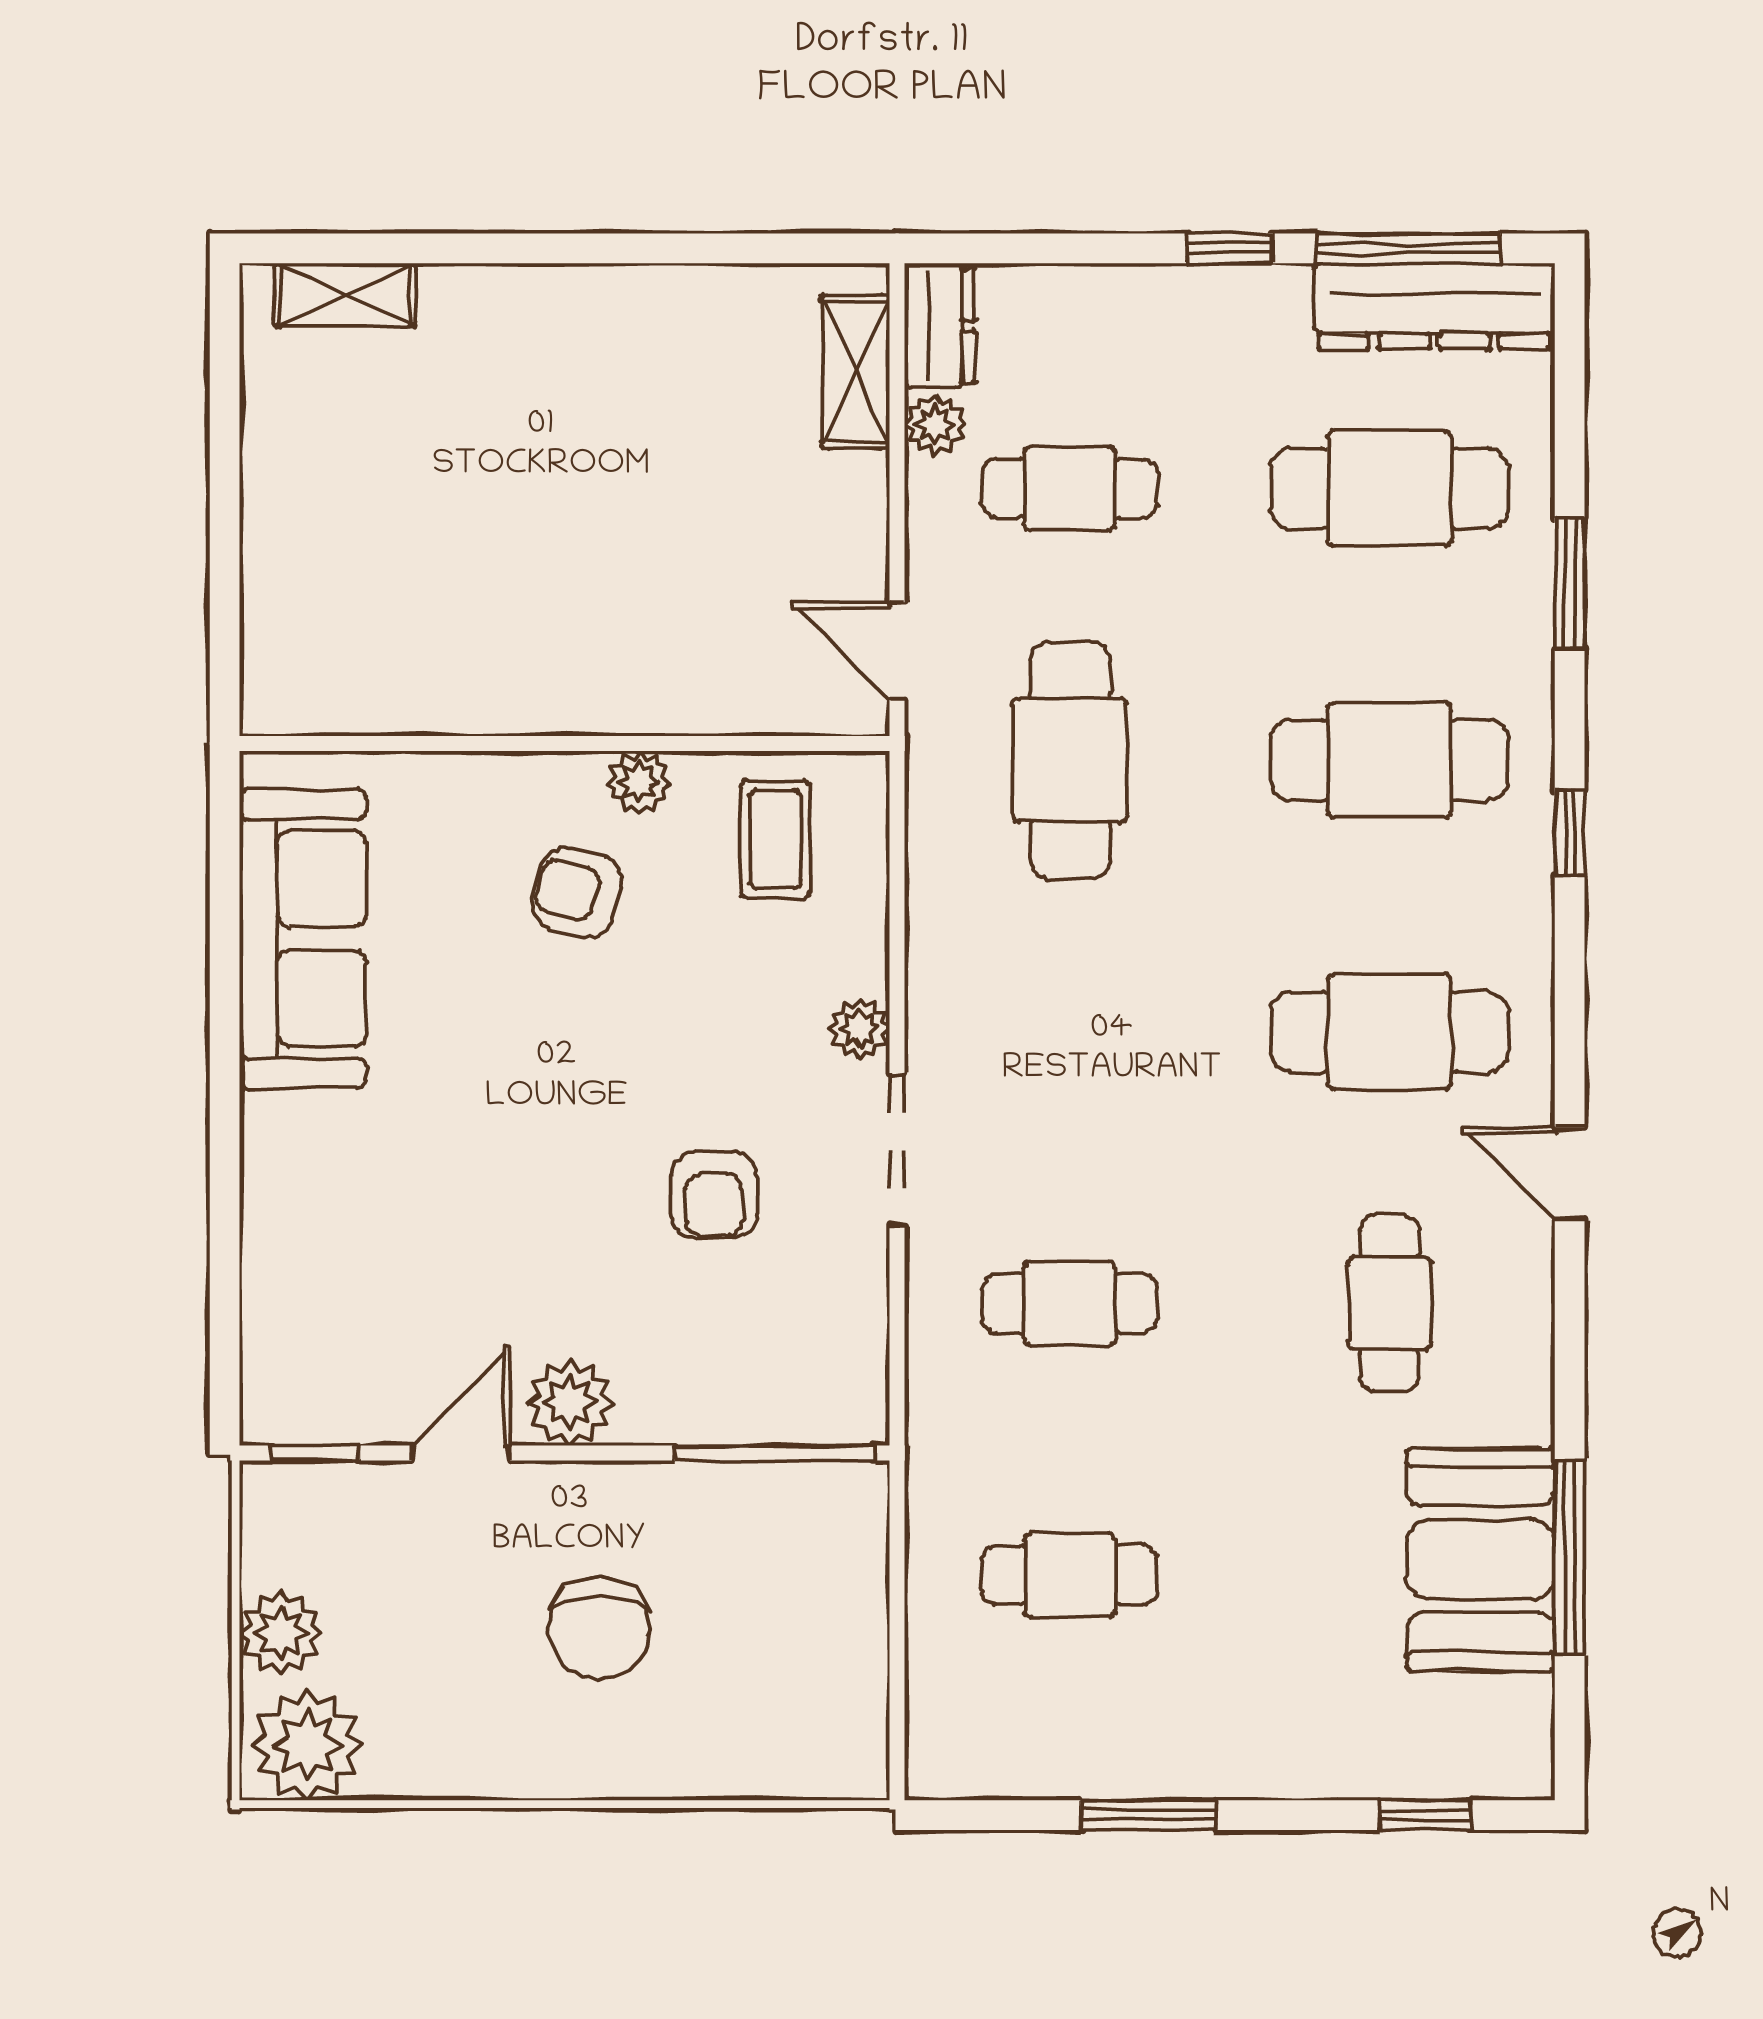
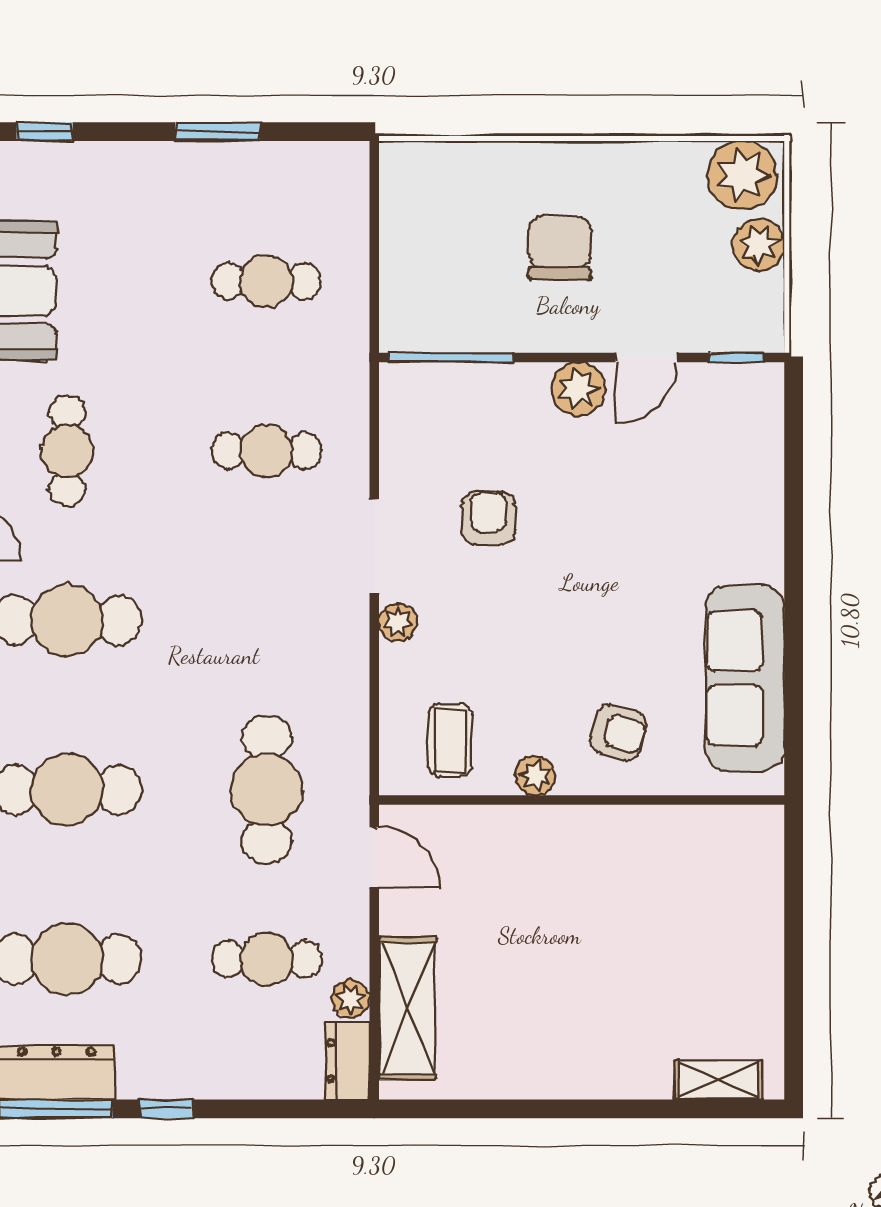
shelving: (855, 371) -> (407, 1008), width x1.50, depth x1.33
armchair: (577, 892) -> (619, 732), moved

